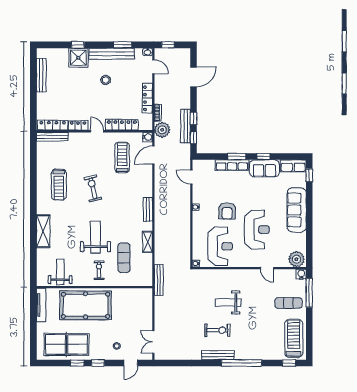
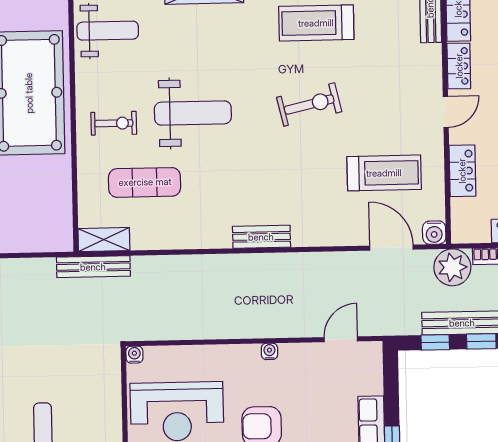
locker: (122, 125) -> (462, 171), width x0.66
shelving: (148, 242) -> (104, 240), moved

